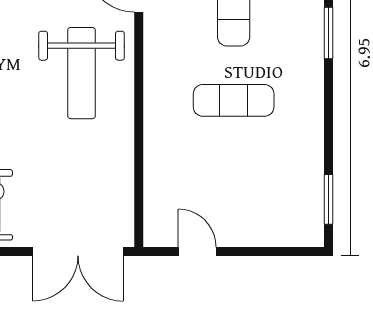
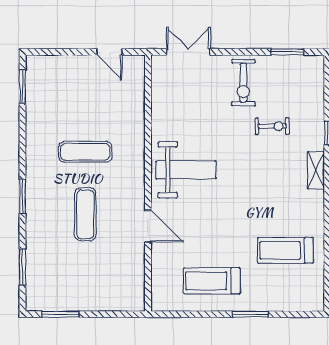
weight bench: (82, 73) -> (186, 170), turned 90
double door: (78, 251) -> (188, 52), width x0.73

